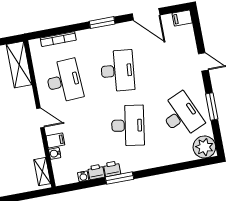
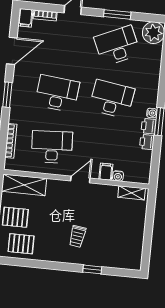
bookcase: (190, 37) -> (45, 15), added
water cooler: (83, 176) -> (152, 113), moved

